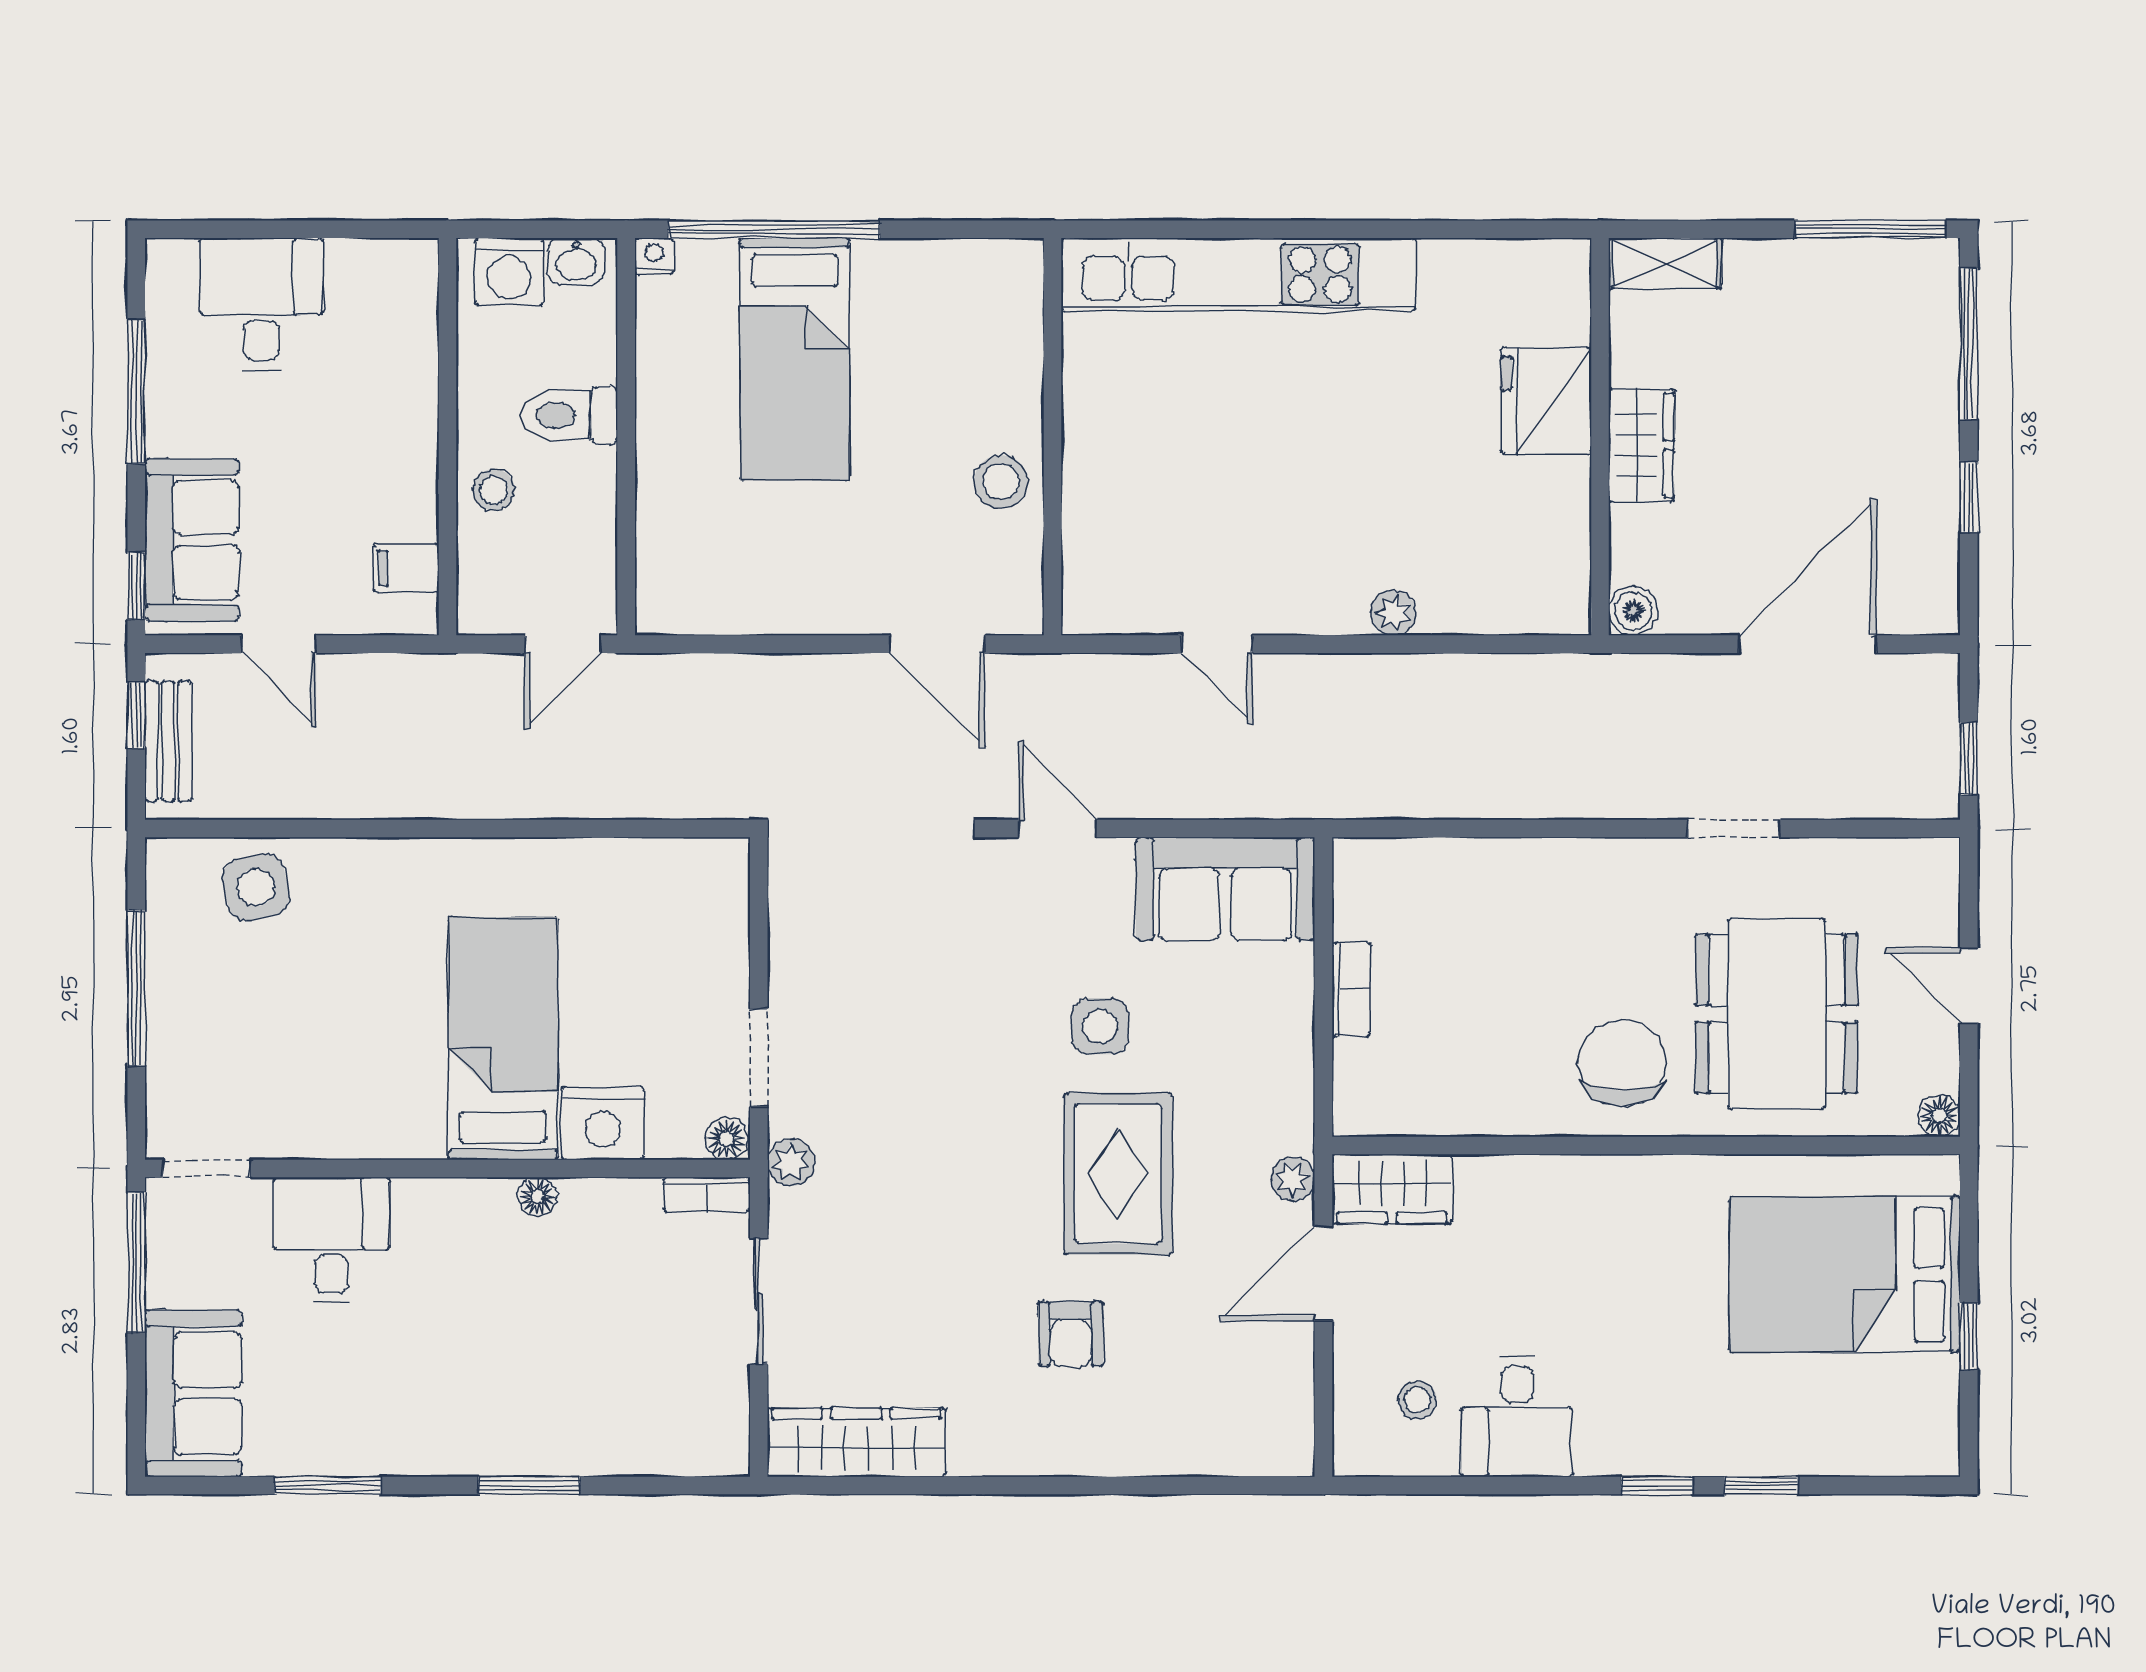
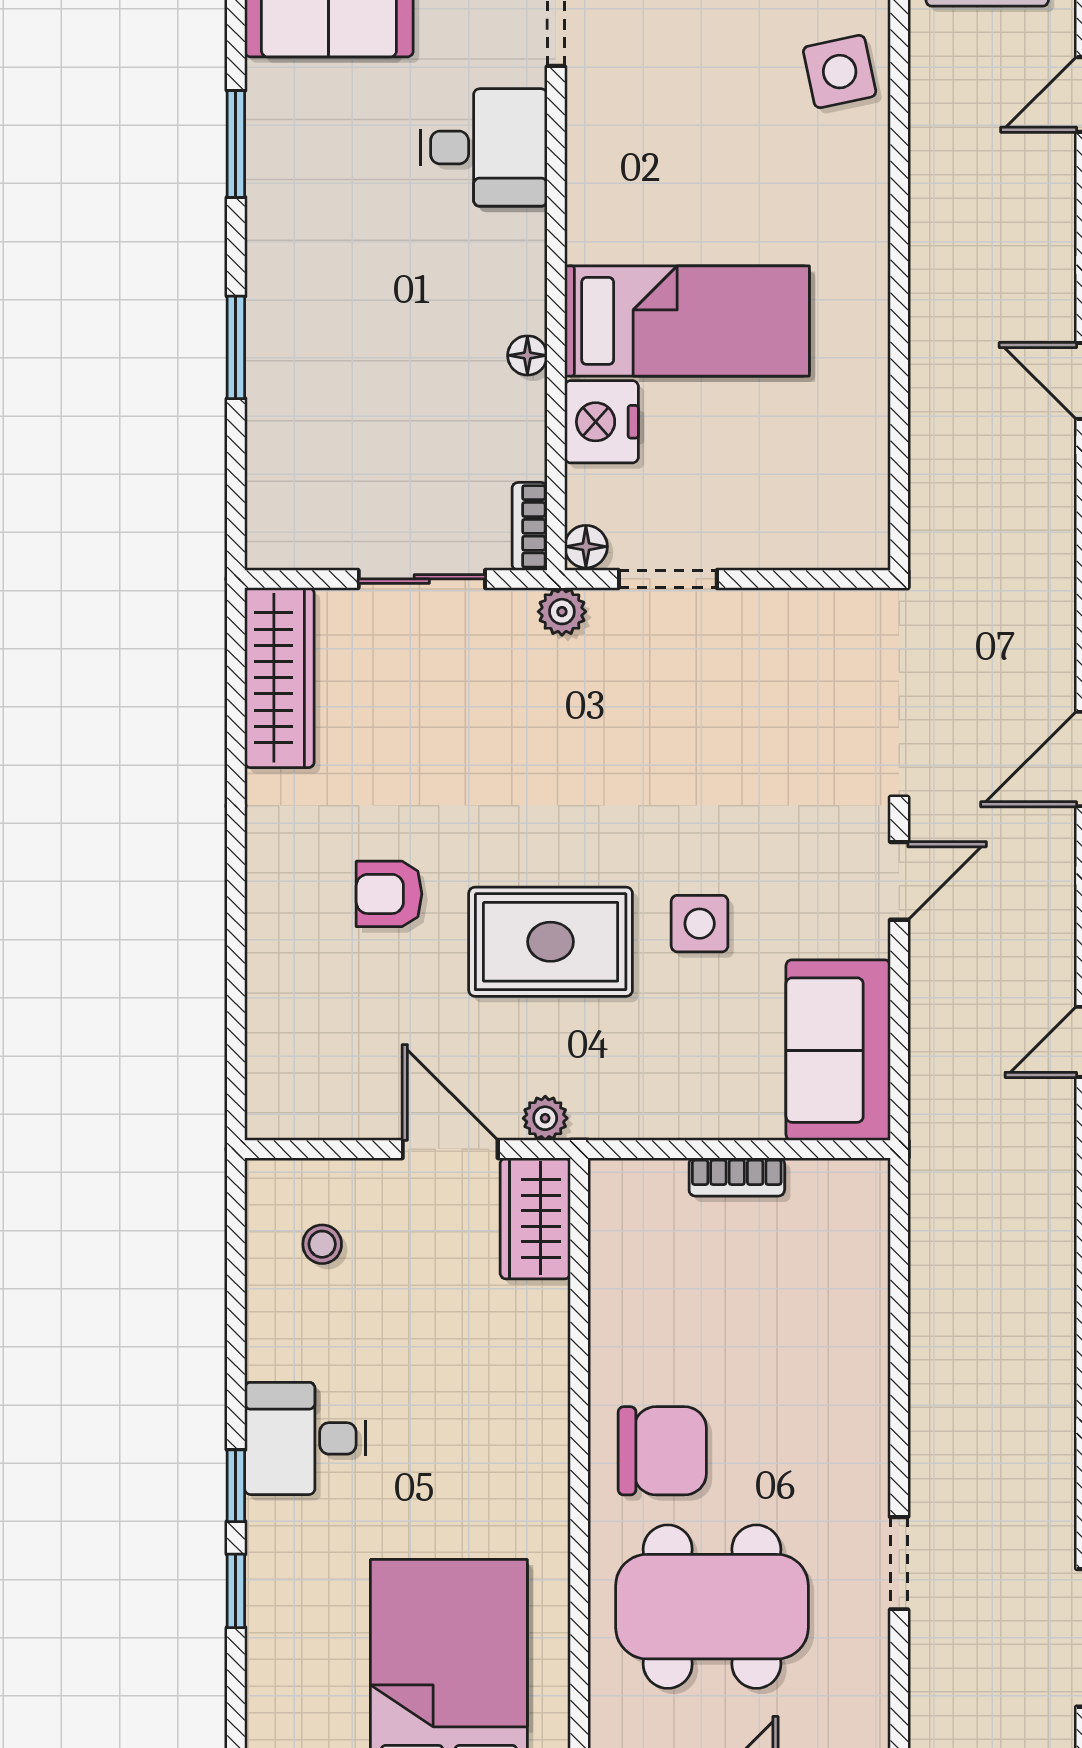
desk: (1517, 1417) -> (305, 1438), moved

